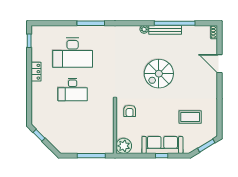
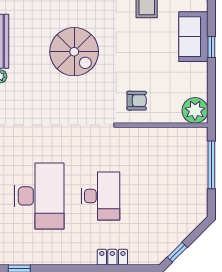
locker: (36, 72) -> (112, 257), moved
sofa: (162, 145) -> (193, 37), width x0.73

